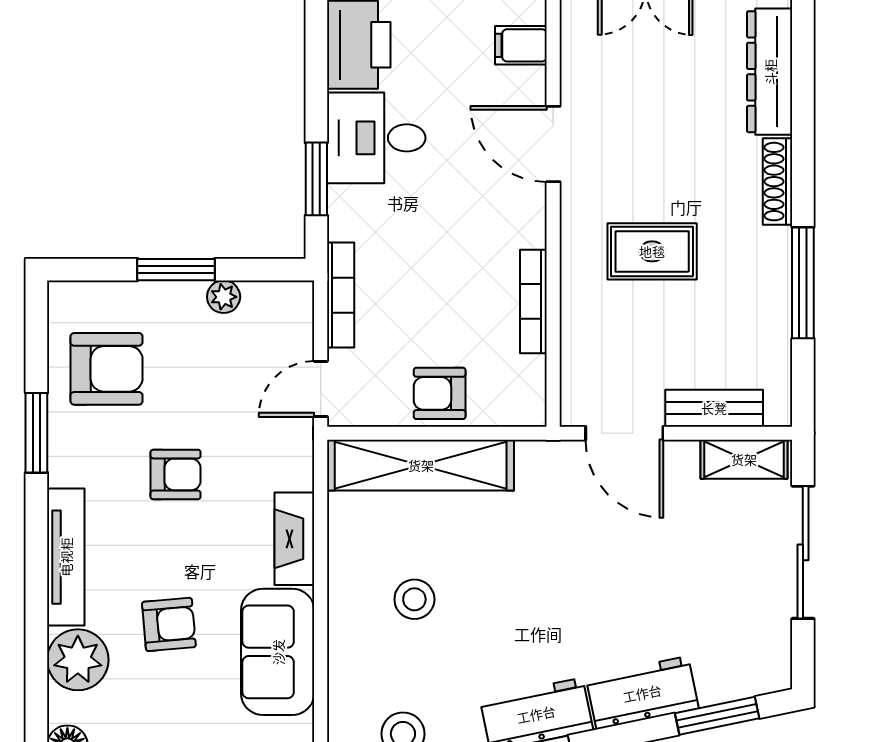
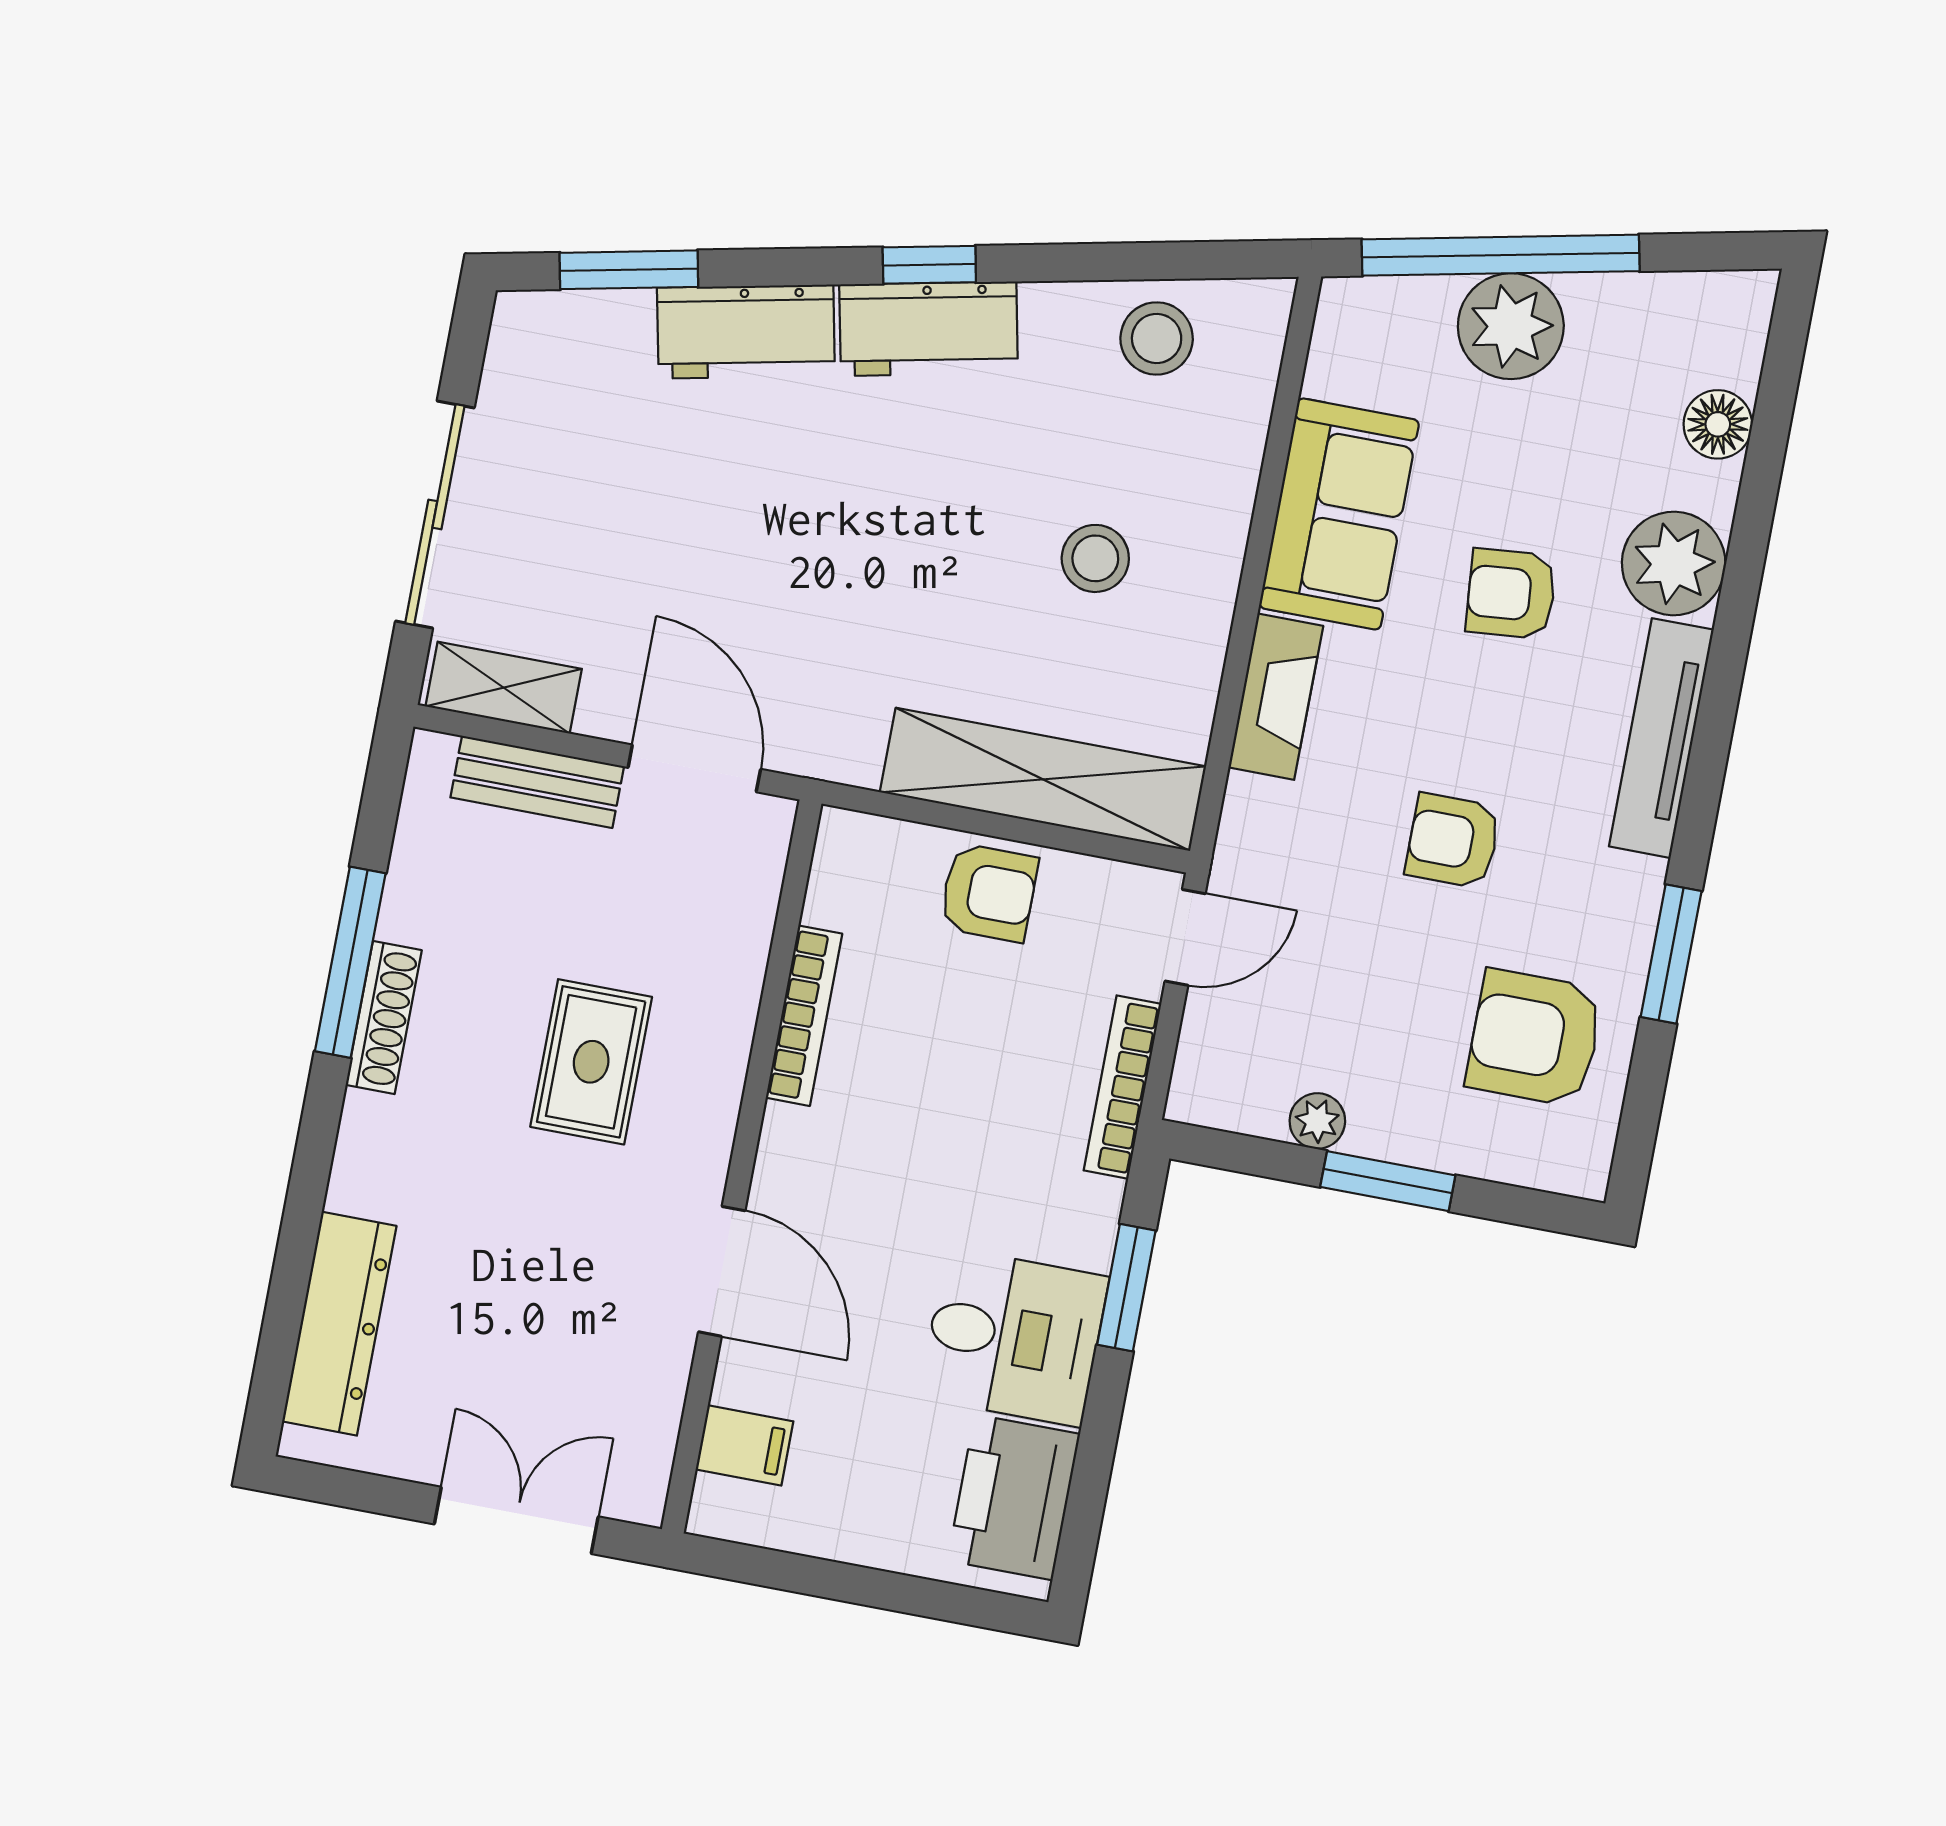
shoe rack: (777, 182) -> (384, 1018), moved
rug: (652, 251) -> (591, 1062), turned 90

